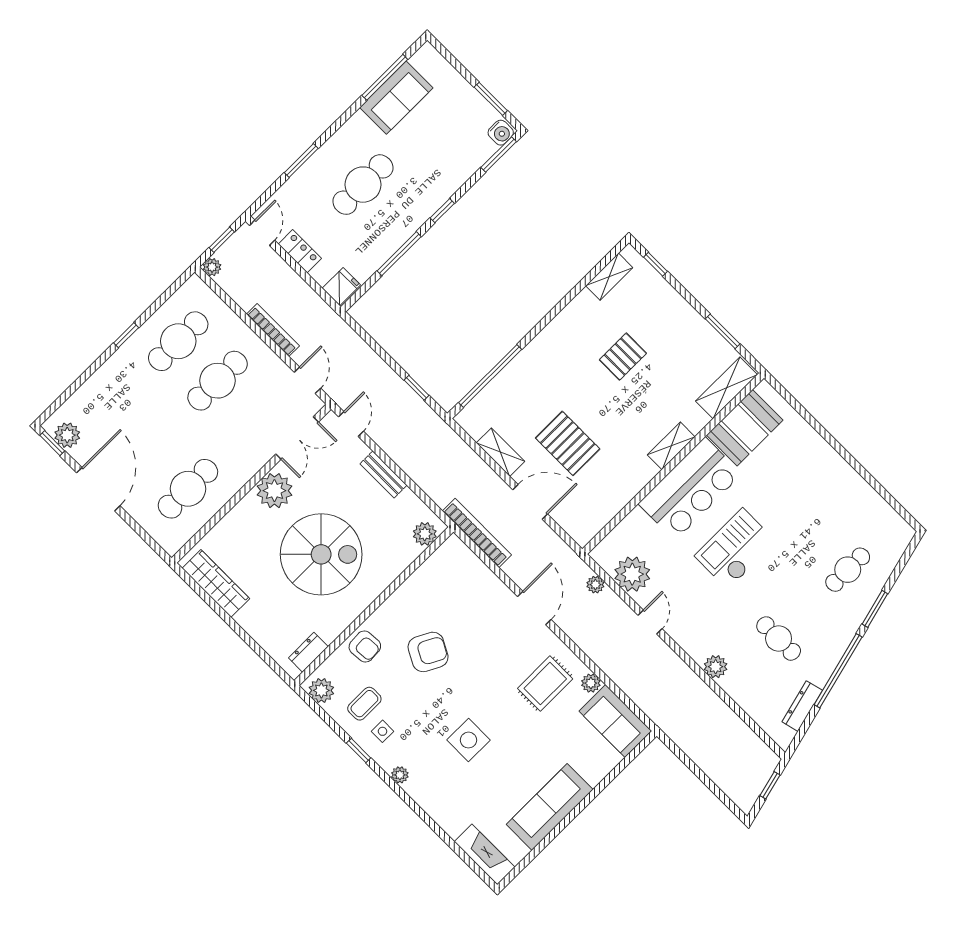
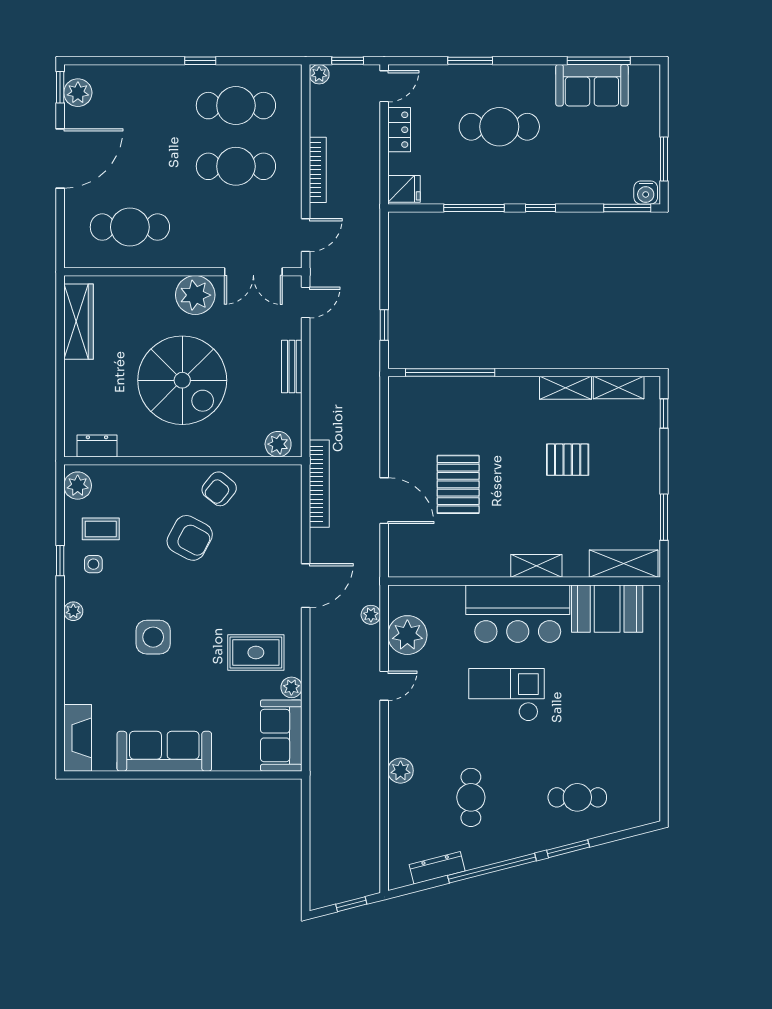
shelving: (501, 452) -> (565, 388), moved, turned 90
armchair: (365, 646) -> (219, 489), moved, turned 43

